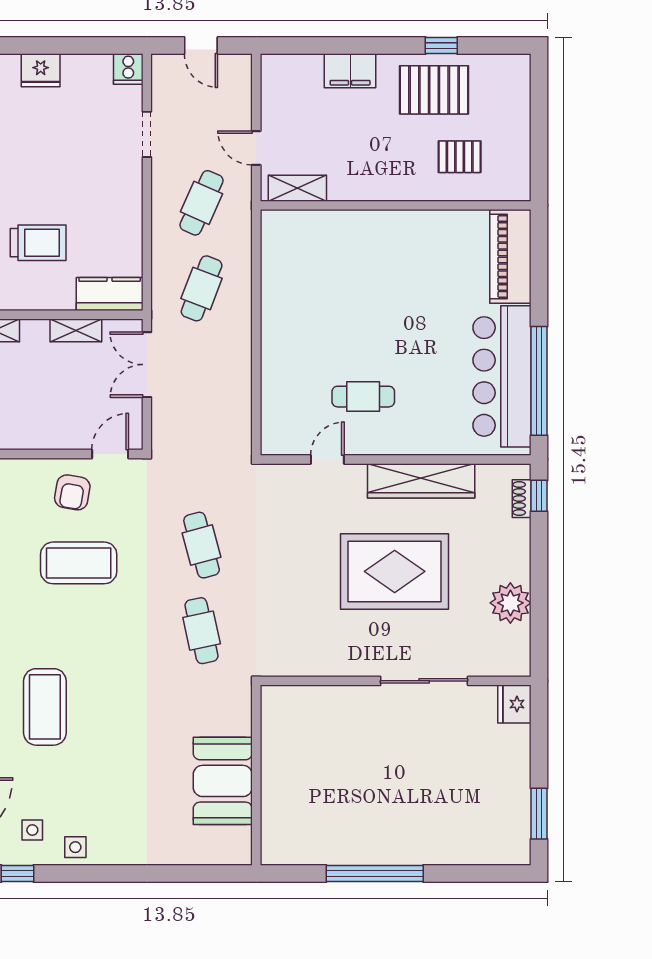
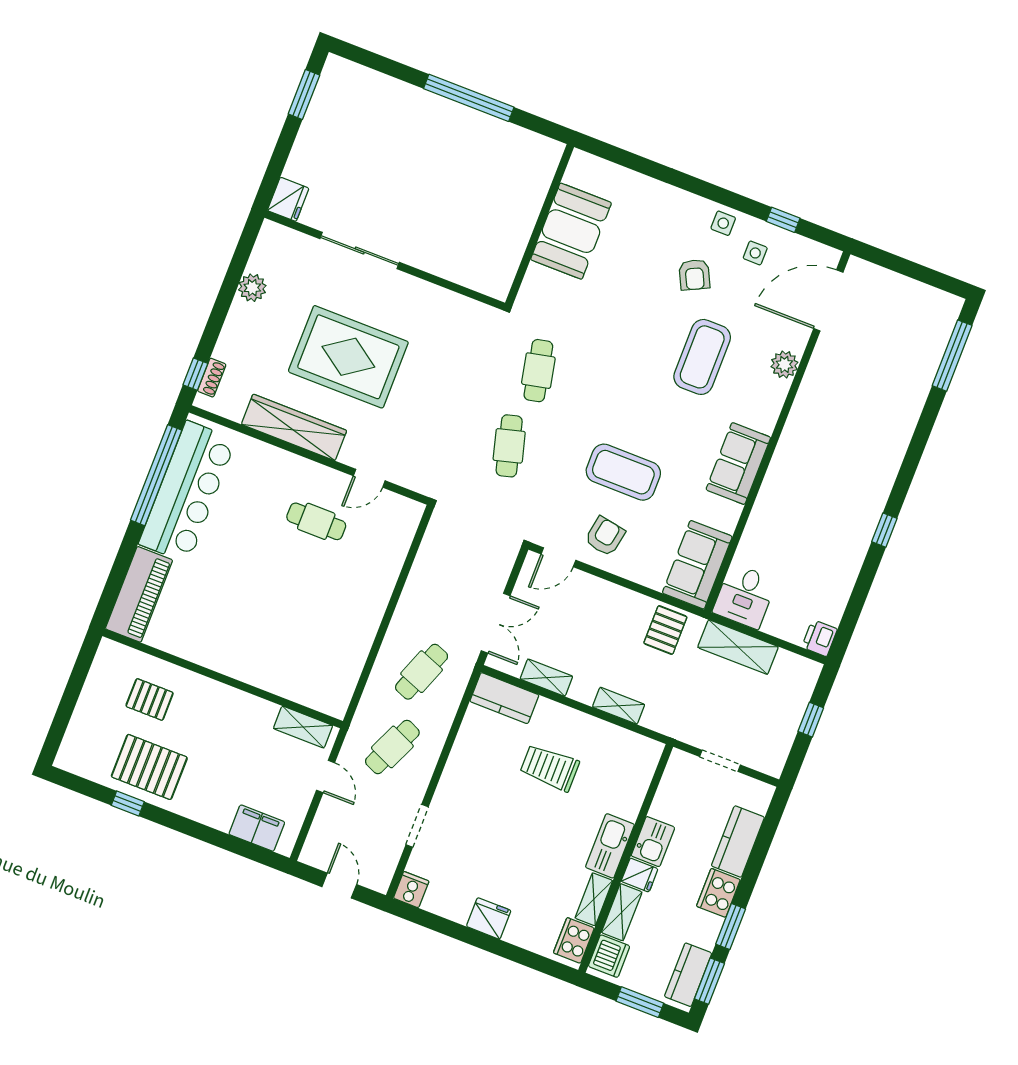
filing cabinet: (350, 71) -> (257, 828), moved
plant: (510, 603) -> (252, 288), width x0.73, depth x0.73
armchair: (84, 785) -> (694, 275), added

